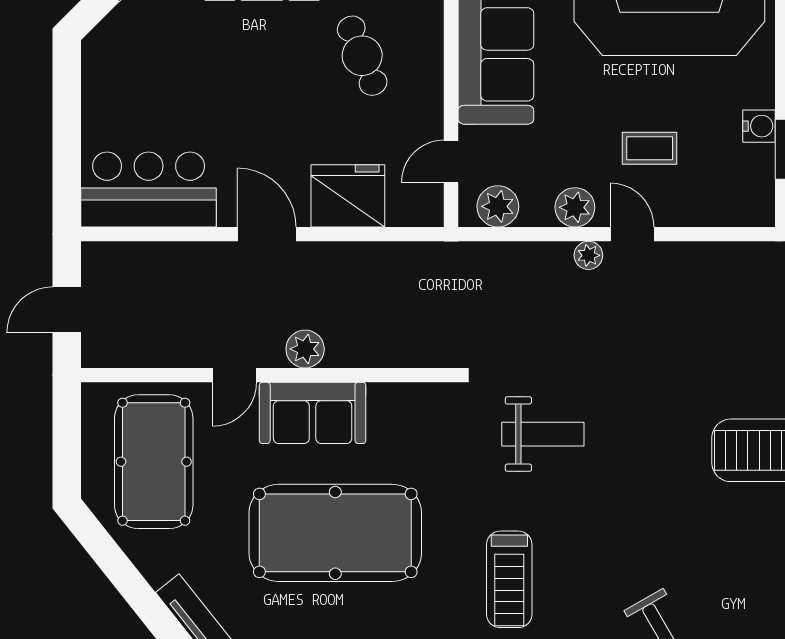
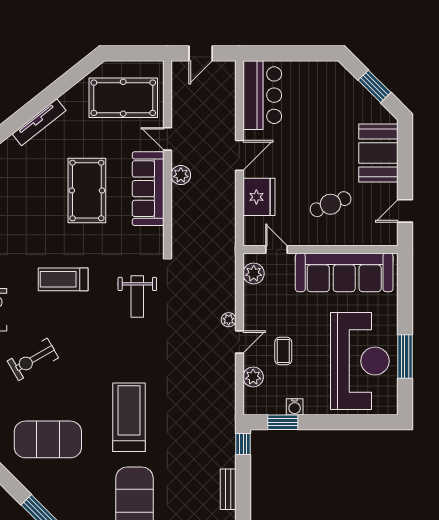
plant: (575, 207) -> (253, 377), moved
door: (67, 310) -> (201, 53), swing flipped
sofa: (313, 413) -> (148, 189), width x1.36
pool table: (335, 533) -> (87, 190), width x0.73, depth x0.76

